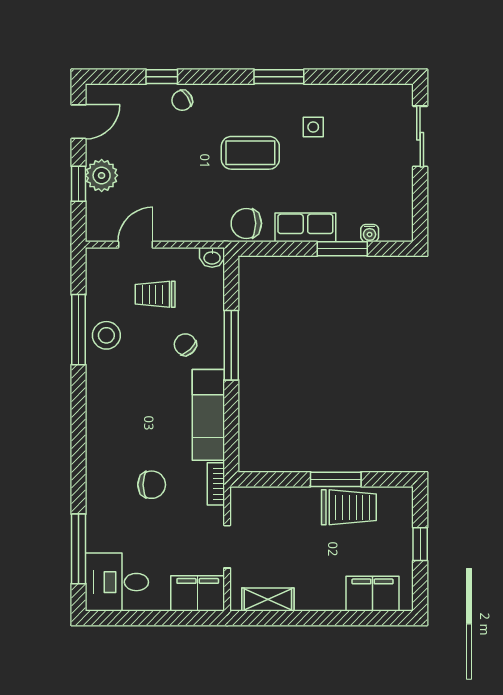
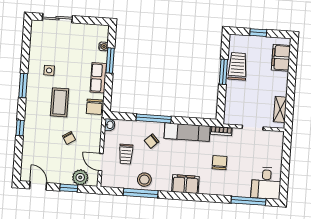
window: (162, 77) -> (20, 128), moved
chair: (182, 100) -> (69, 138), moved
plant: (102, 175) -> (80, 177), moved
filing cabinet: (198, 593) -> (185, 184), moved, turned 90

